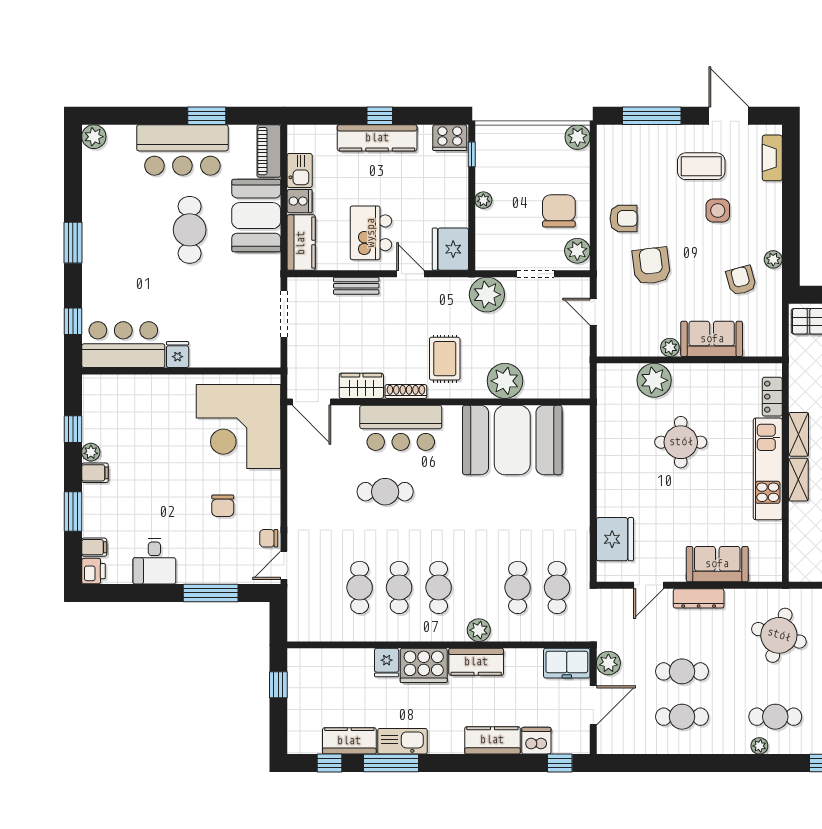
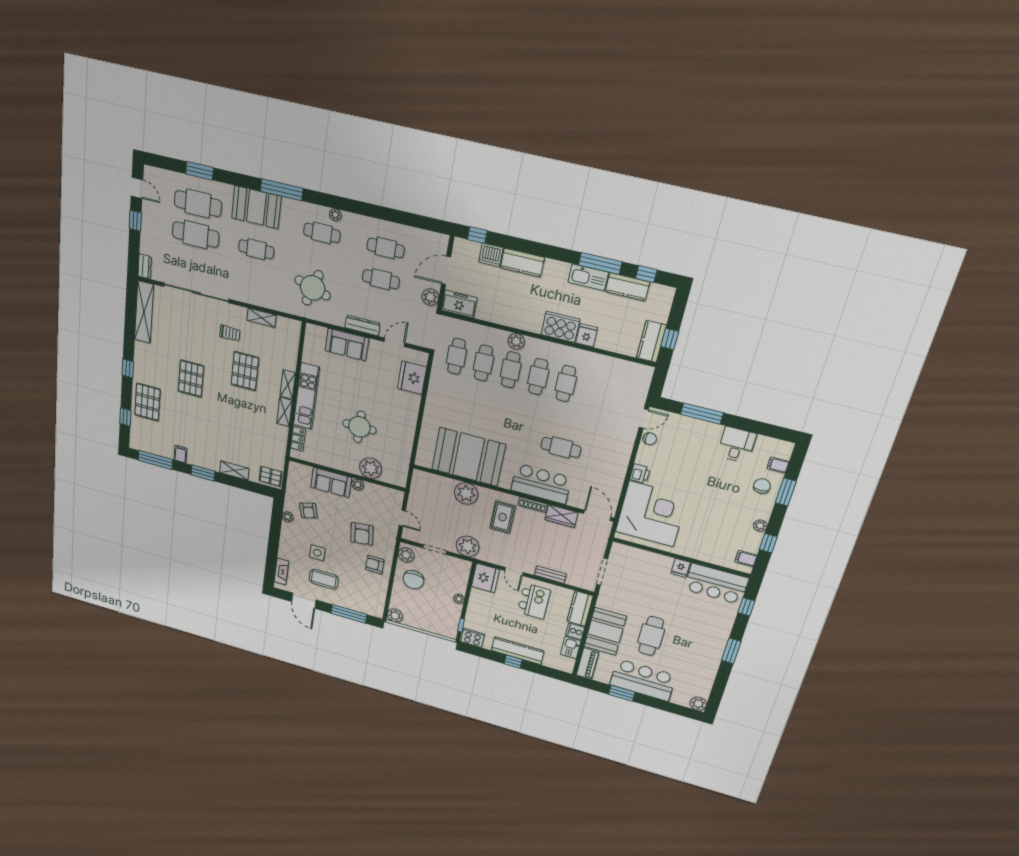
filing cabinet: (95, 473) -> (746, 559), moved
chair: (223, 506) -> (762, 486), moved
printer: (93, 571) -> (640, 474), moved, turned 180
cafe table: (360, 587) -> (511, 370), moved
kitchen counter: (476, 662) -> (651, 341), moved, turned -90

